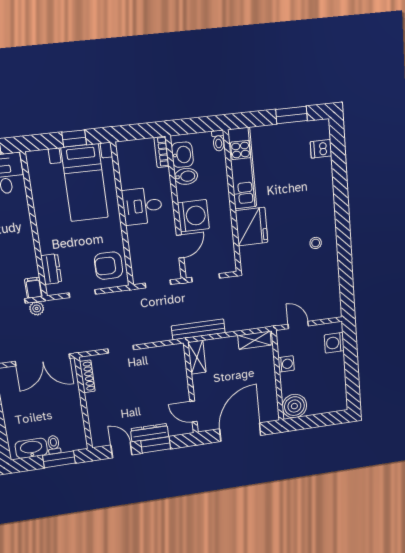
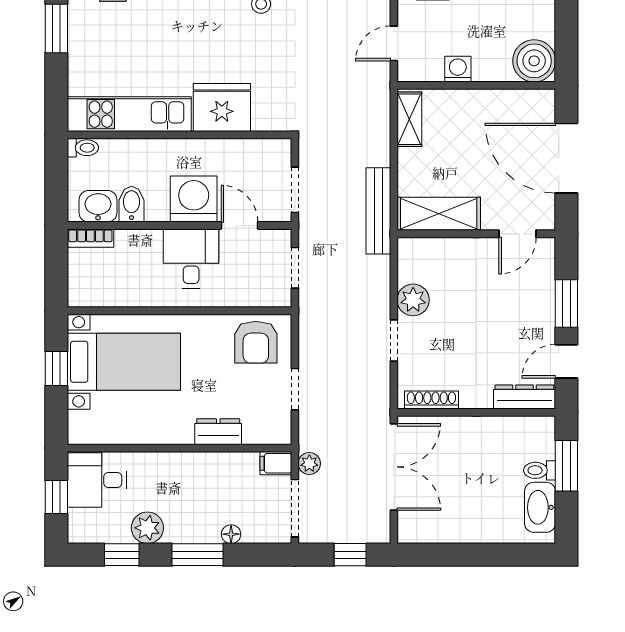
desk: (142, 206) -> (191, 259), moved, turned 180
dresser: (51, 269) -> (218, 432), moved
plant: (147, 357) -> (413, 300), added
shelving: (197, 357) -> (439, 214), width x1.50, depth x1.33
dresser: (150, 433) -> (524, 397), moved, turned 90

